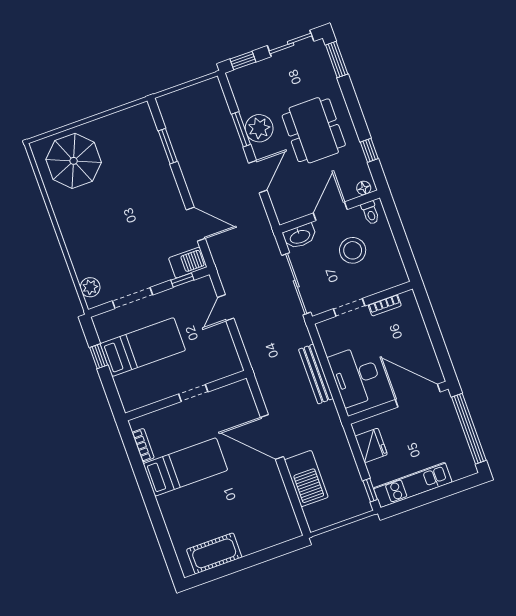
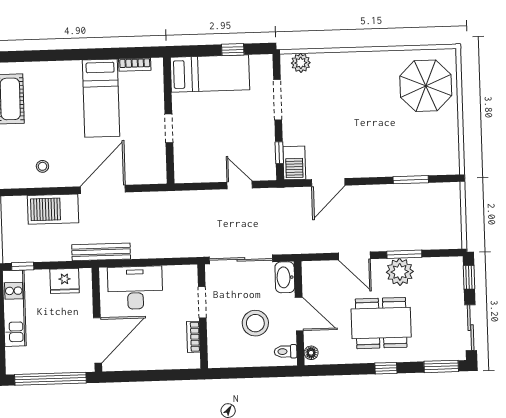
window: (369, 150) -> (386, 368), moved
bed: (143, 347) -> (210, 74), moved, turned -90
bench: (316, 374) -> (101, 252), moved
stool: (269, 502) -> (42, 166), added

